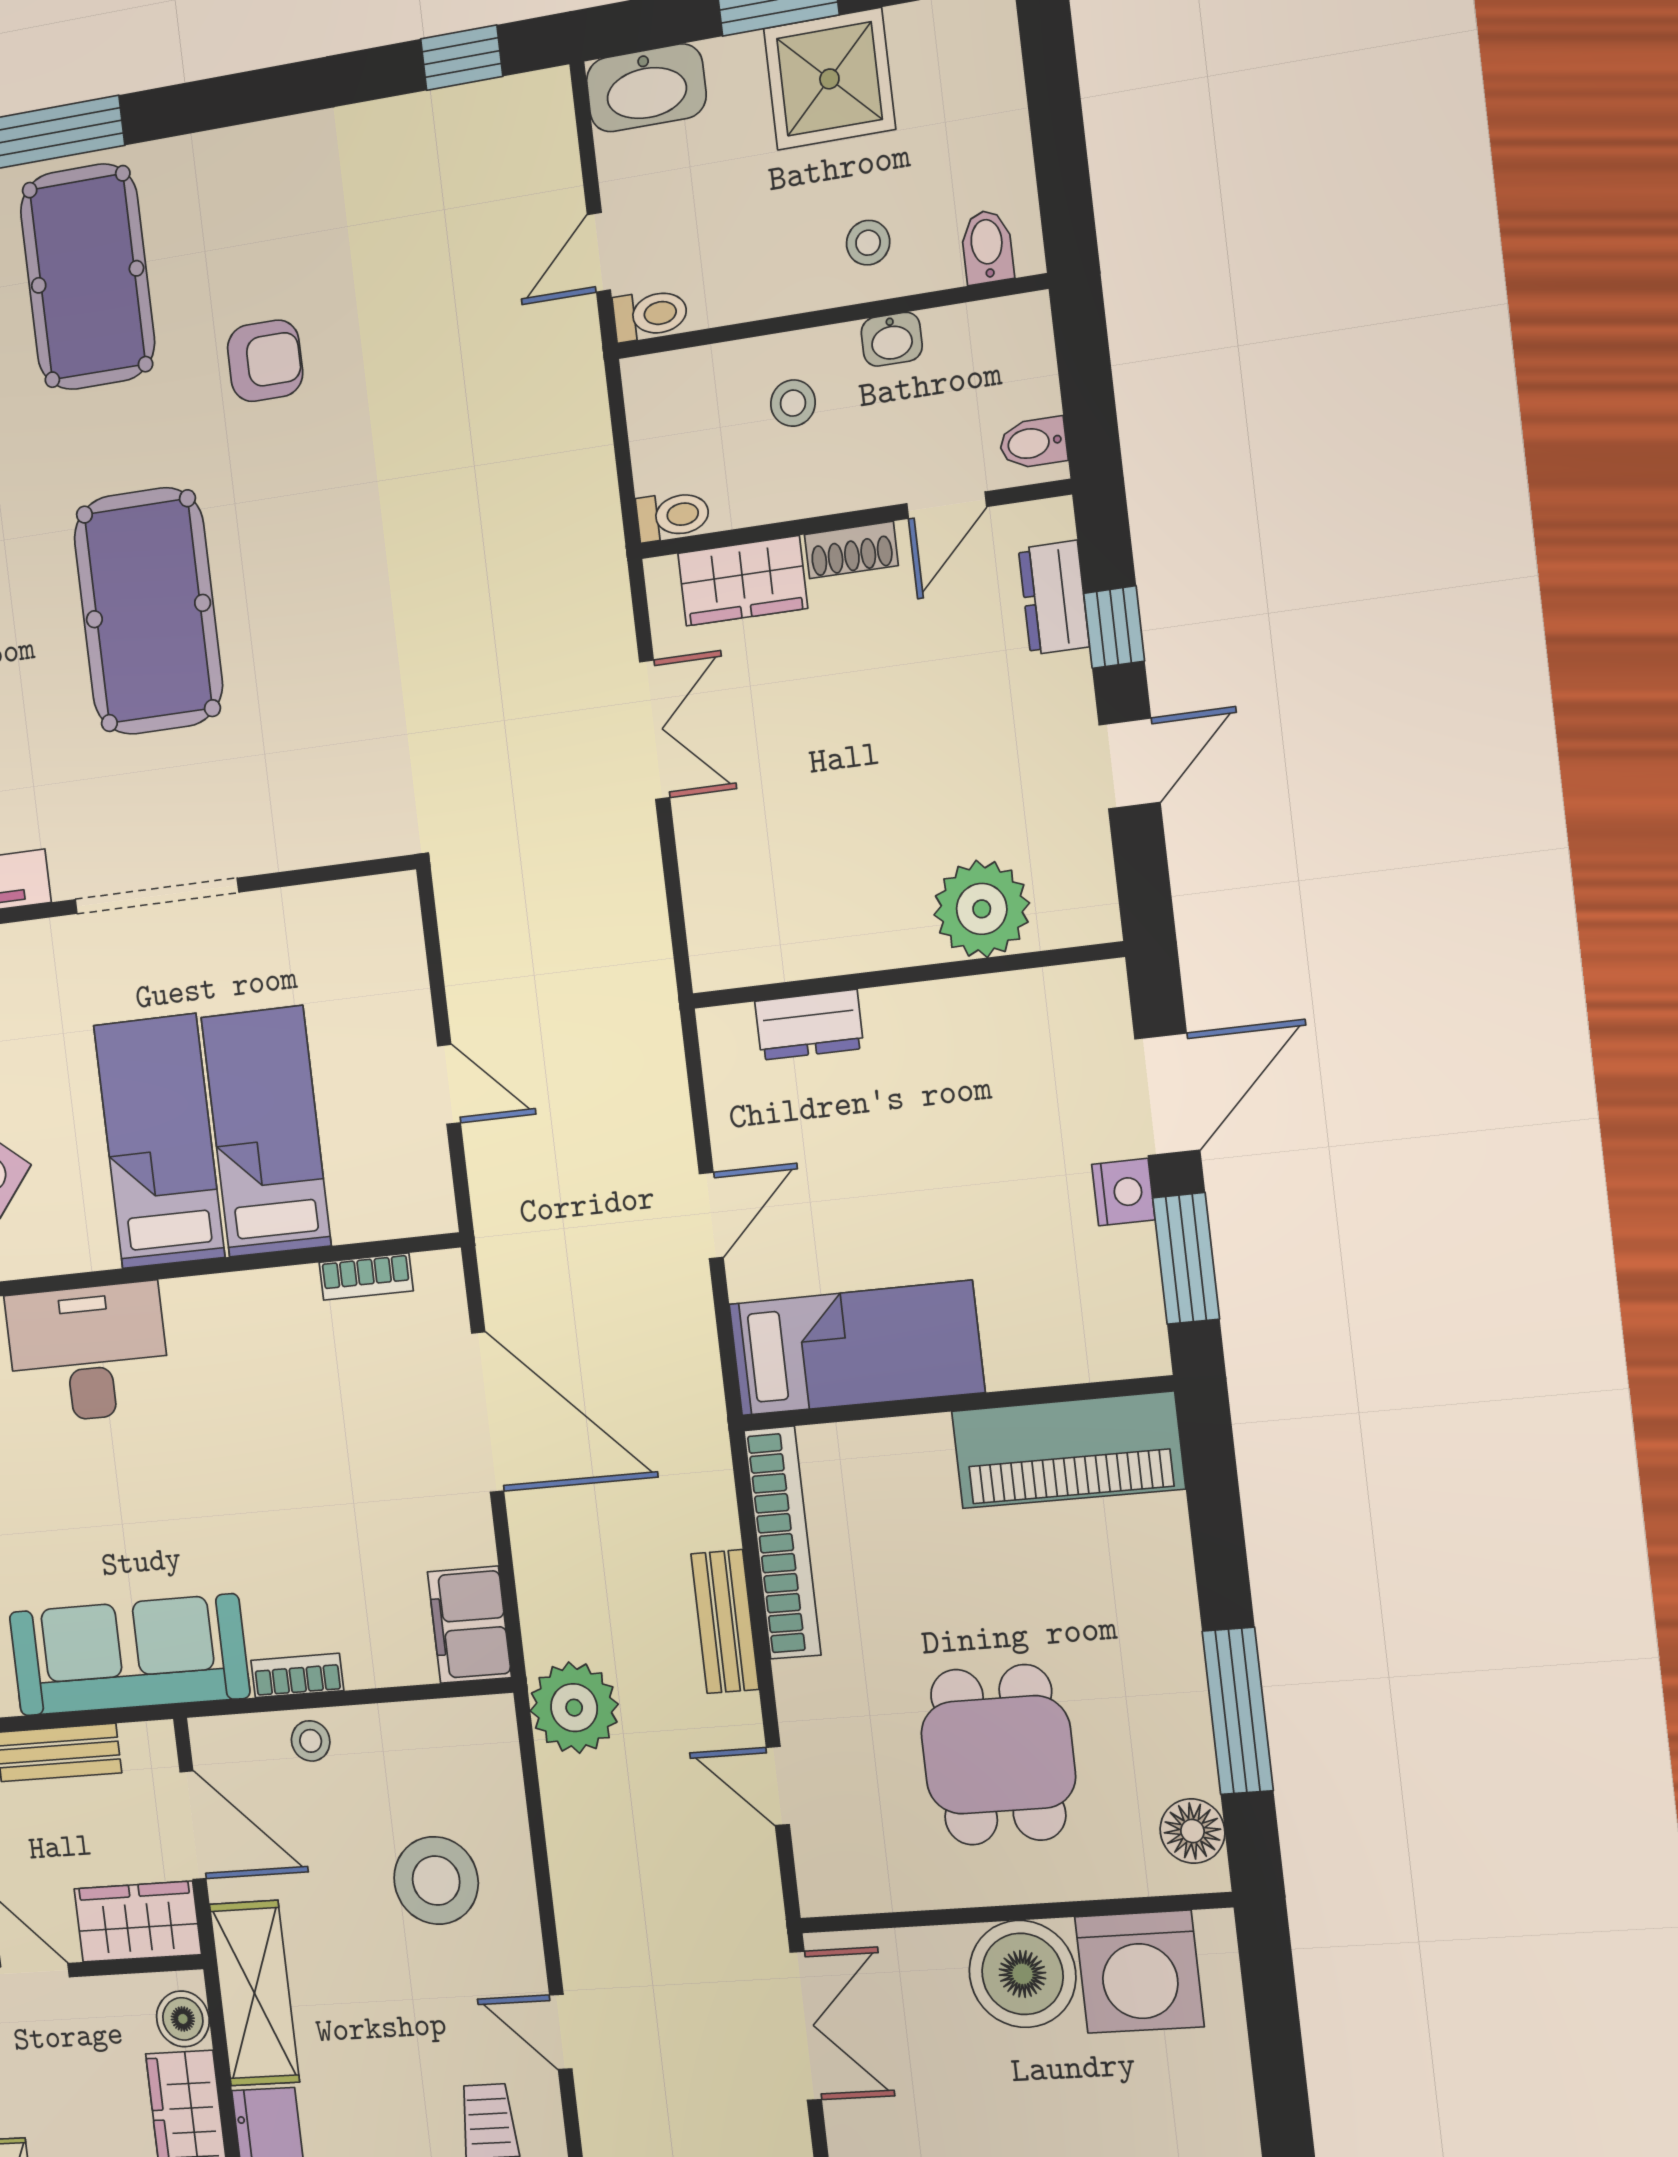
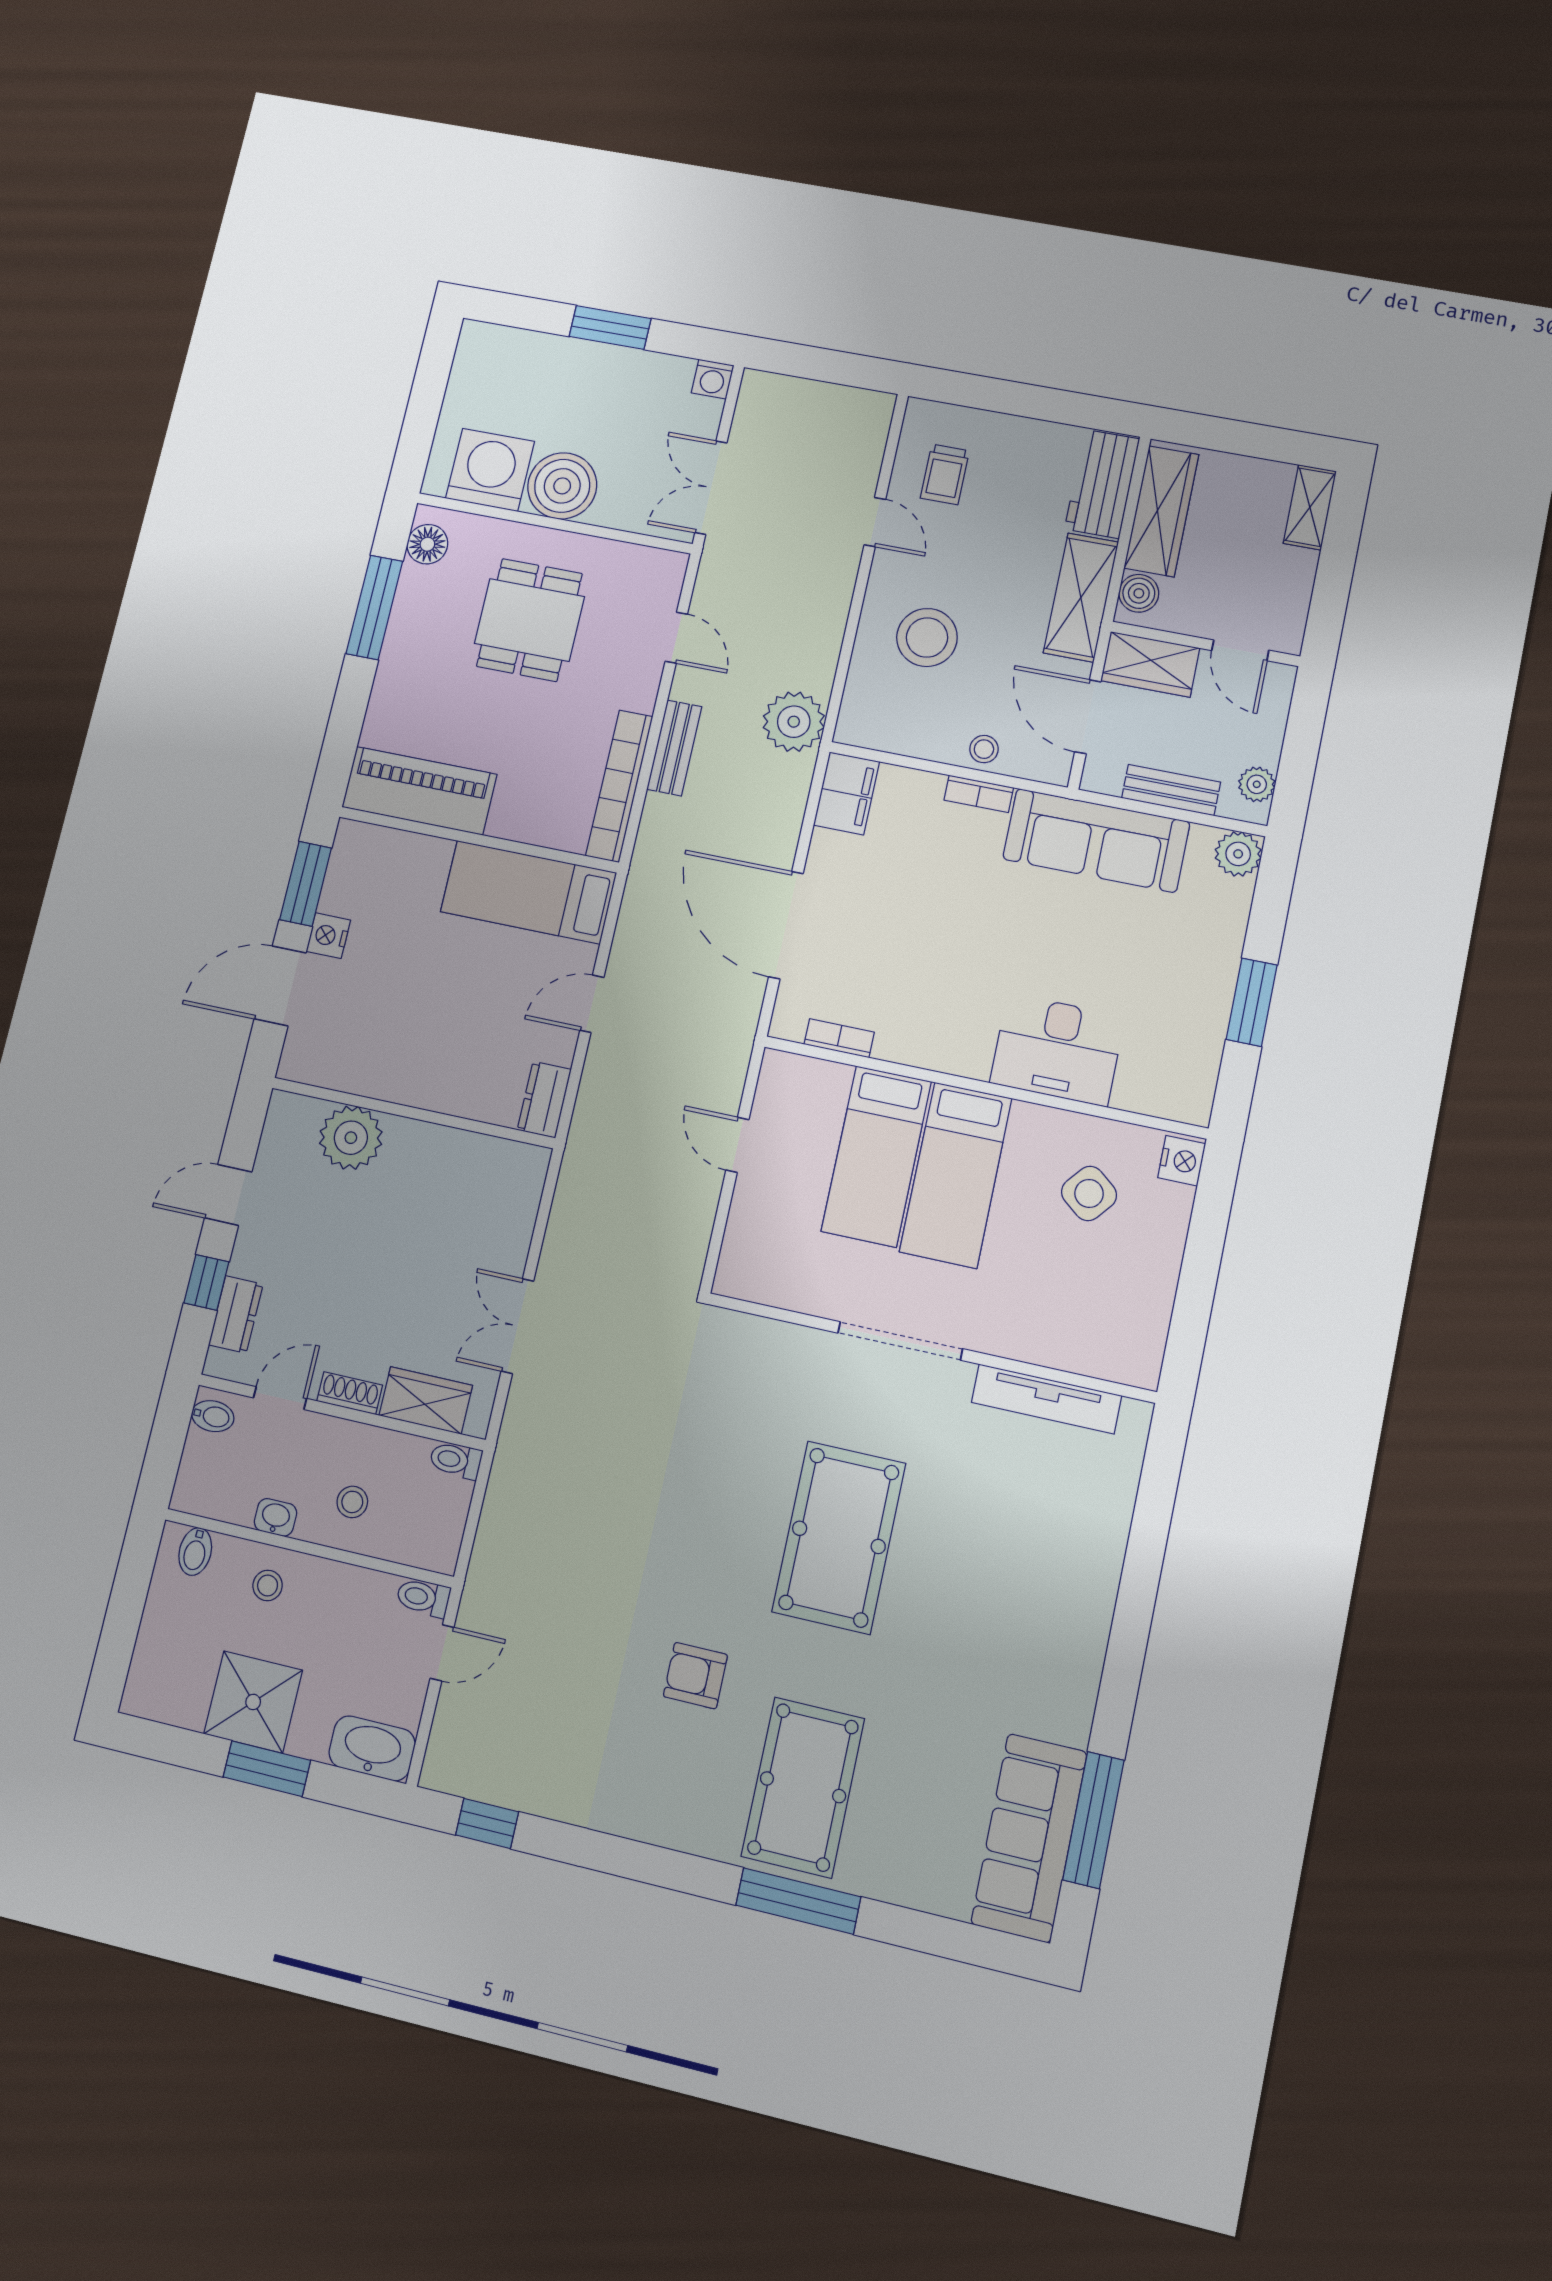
dresser: (809, 1025) -> (544, 1100), moved, turned -90

